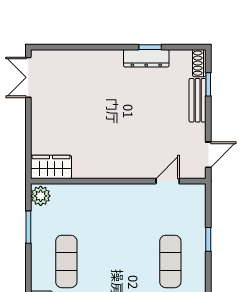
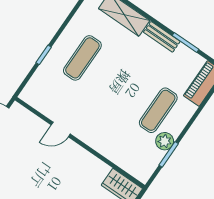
door: (168, 181) -> (61, 129), moved
plant: (41, 196) -> (165, 141), moved

